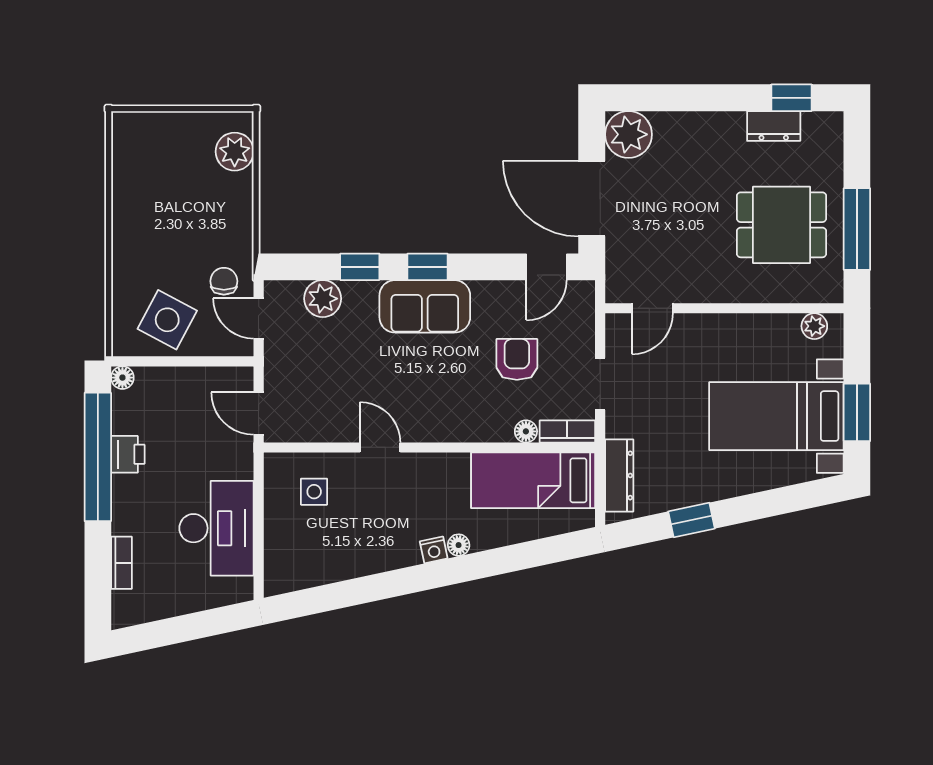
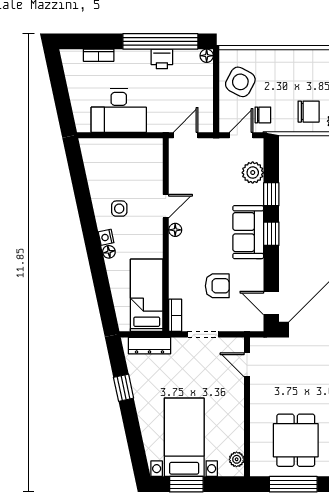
chair: (218, 203) -> (309, 112), added
floor lamp: (526, 431) -> (175, 230), moved
side table: (314, 492) -> (119, 209), moved

